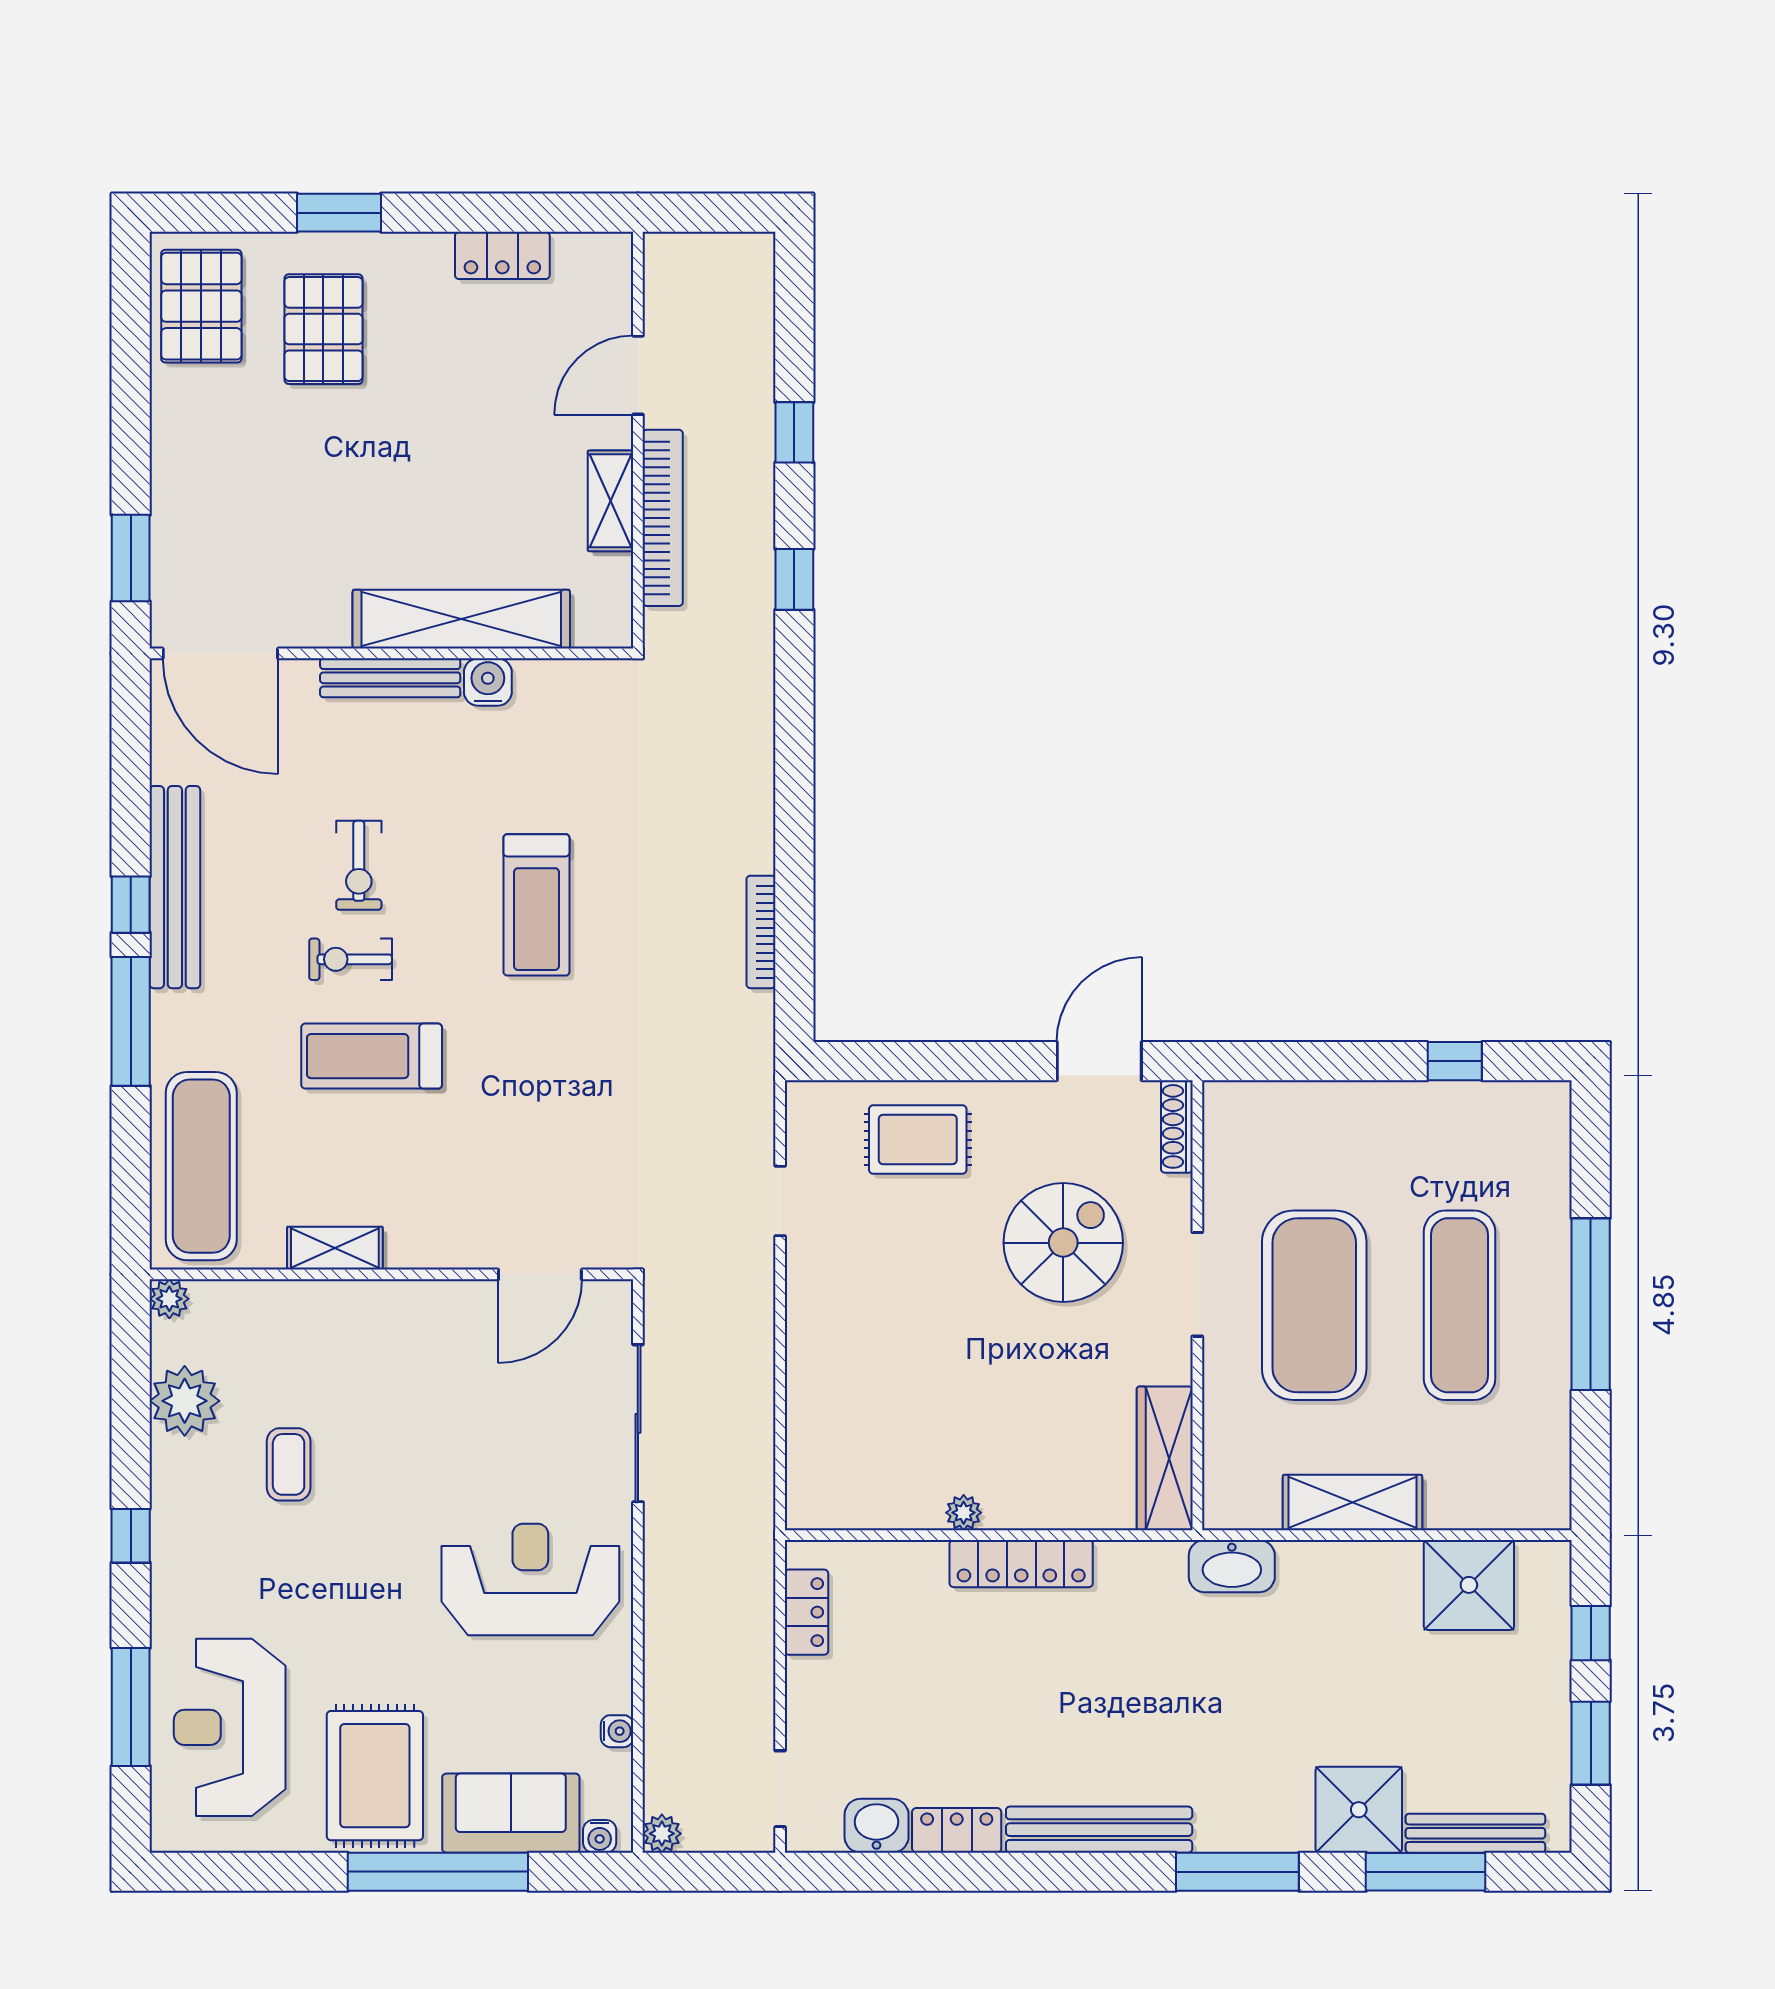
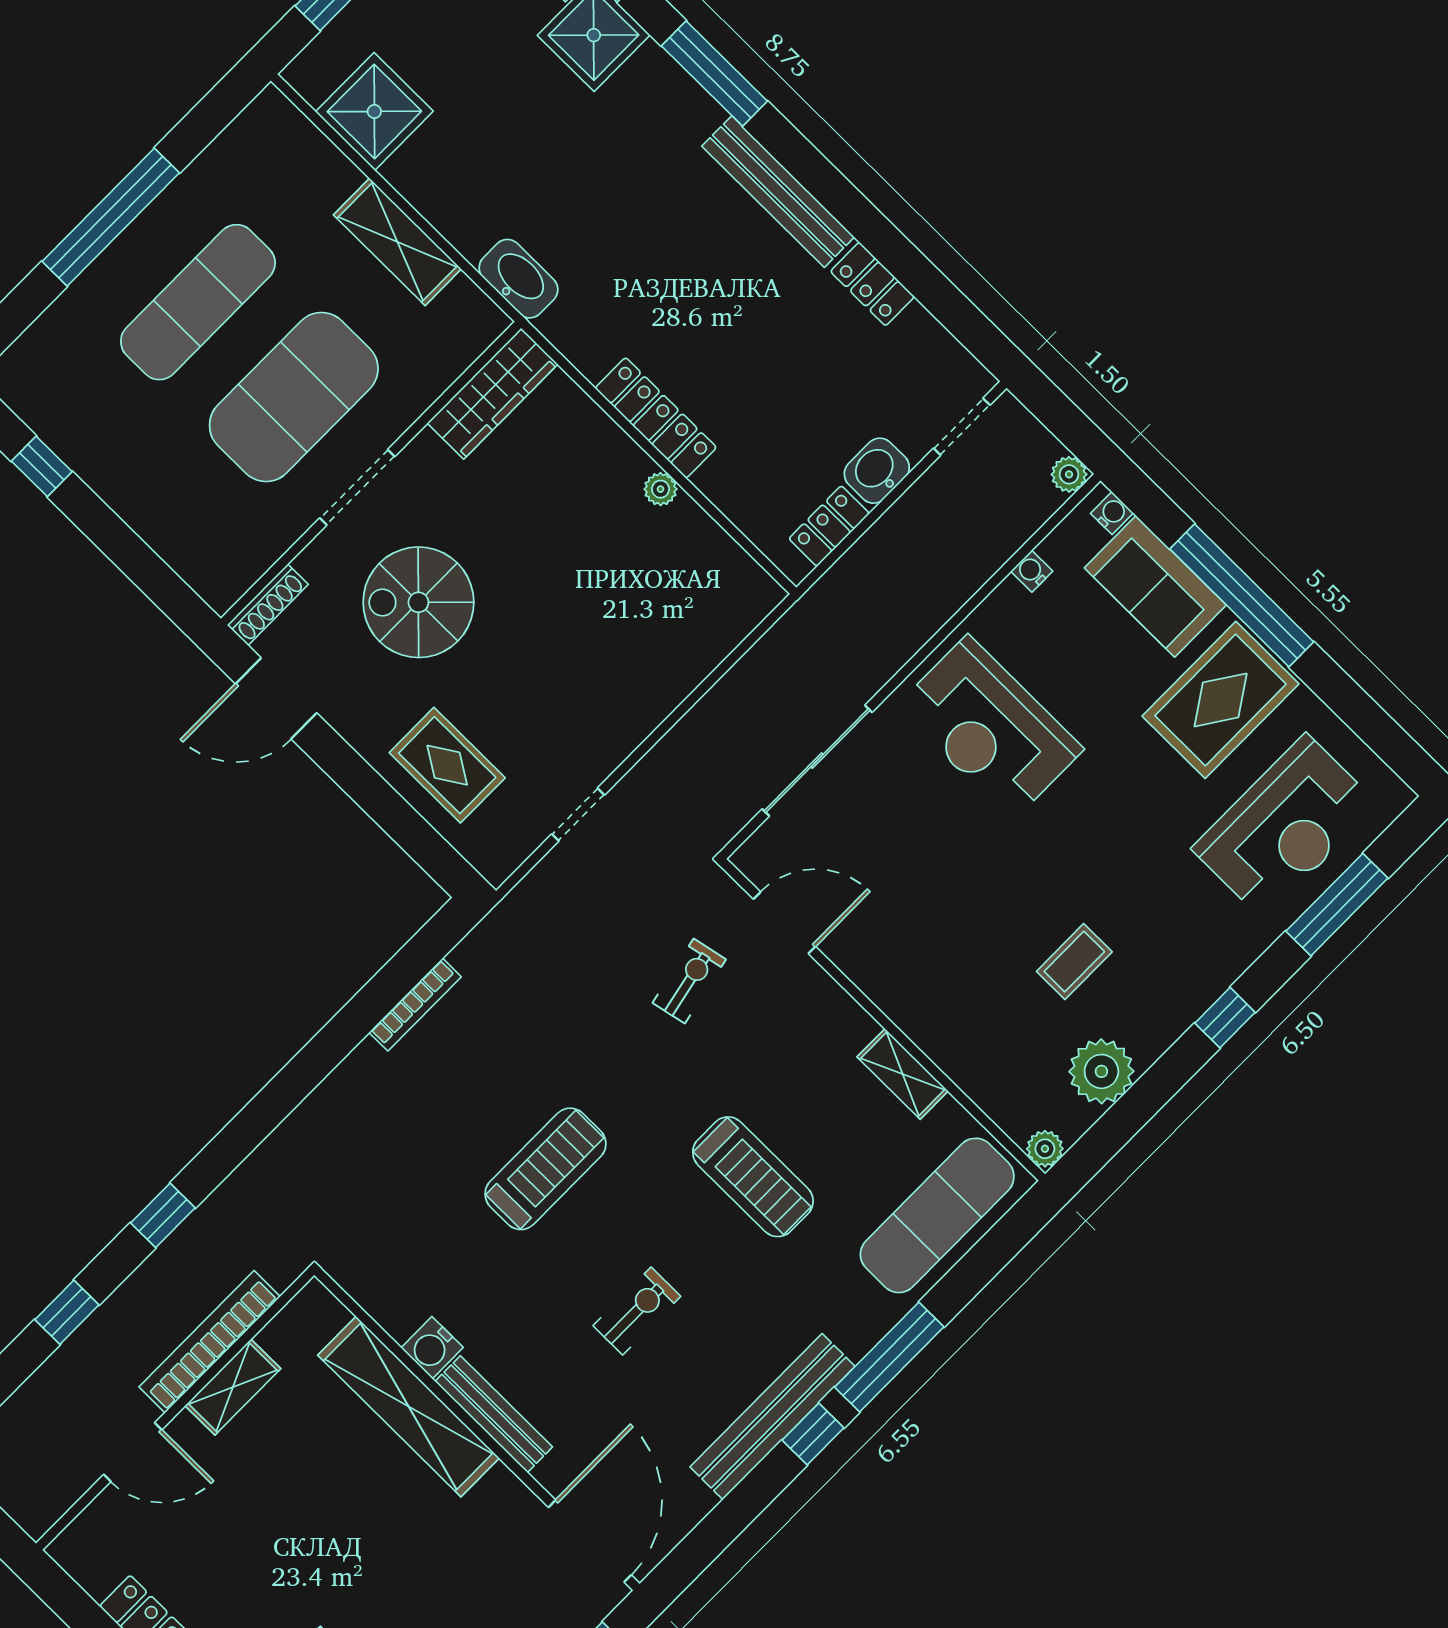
exercise bike: (351, 959) -> (689, 981), moved, turned -102
washbasin: (877, 1826) -> (877, 471), moved, turned 90

